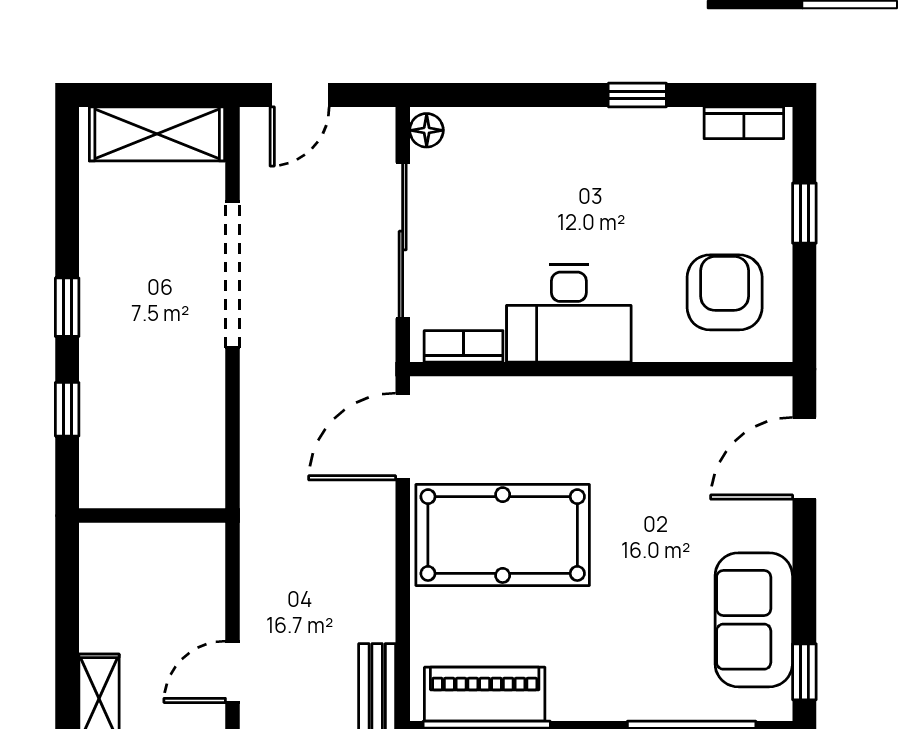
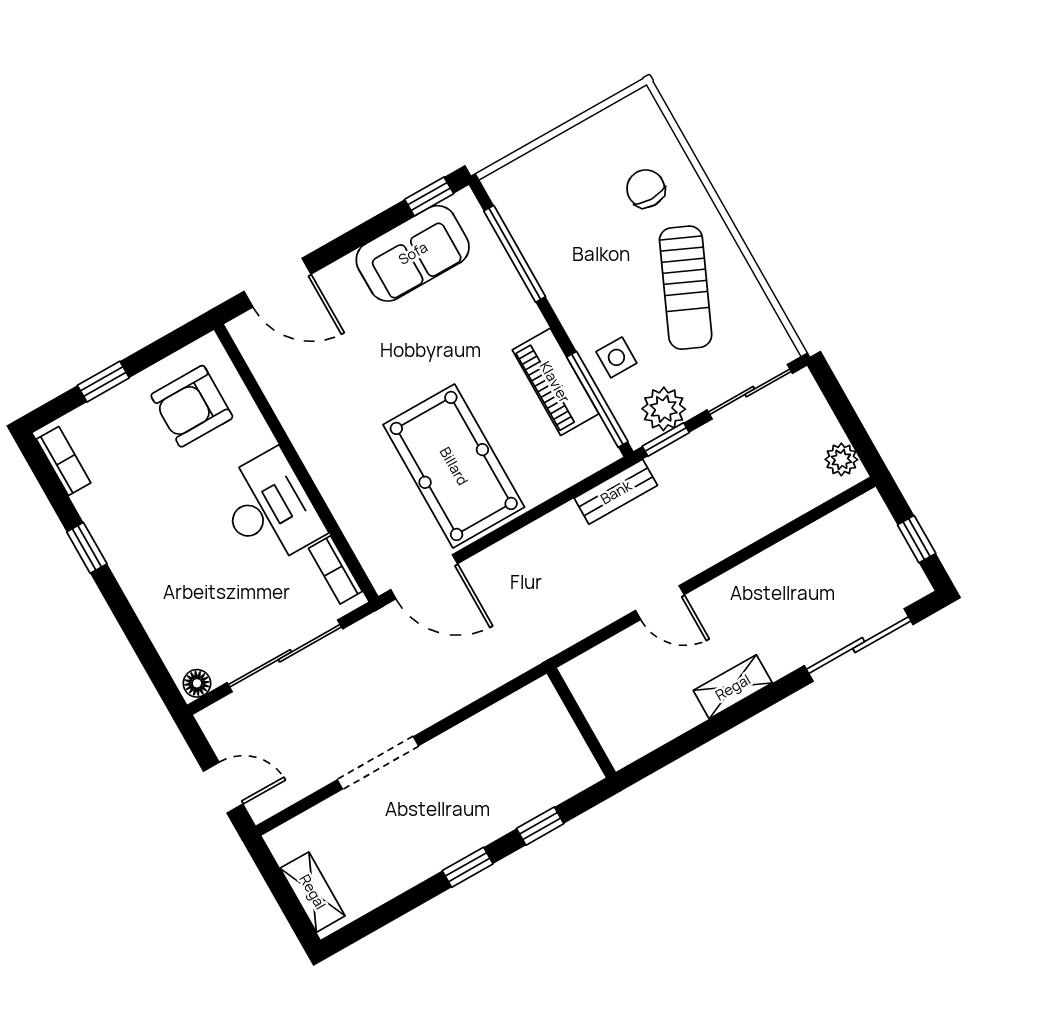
shelving: (157, 134) -> (313, 892), width x0.67, depth x0.75
doorway: (233, 275) -> (378, 763), width x0.73
piano: (485, 694) -> (555, 382), moved

